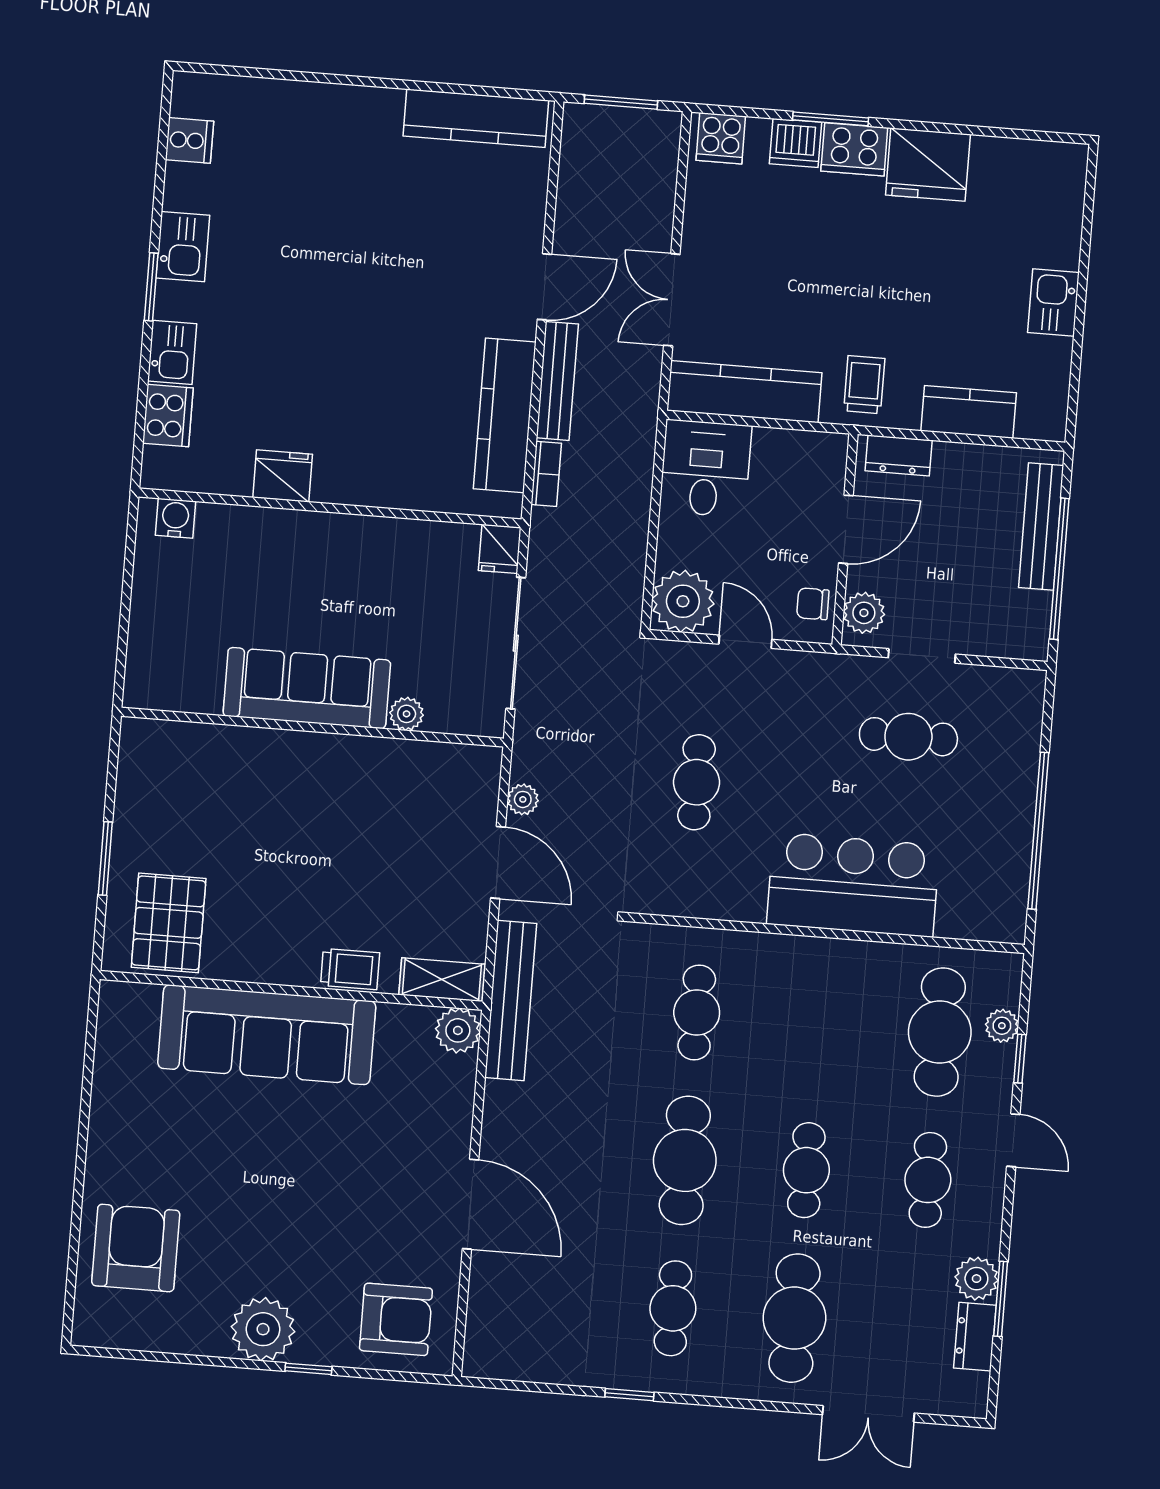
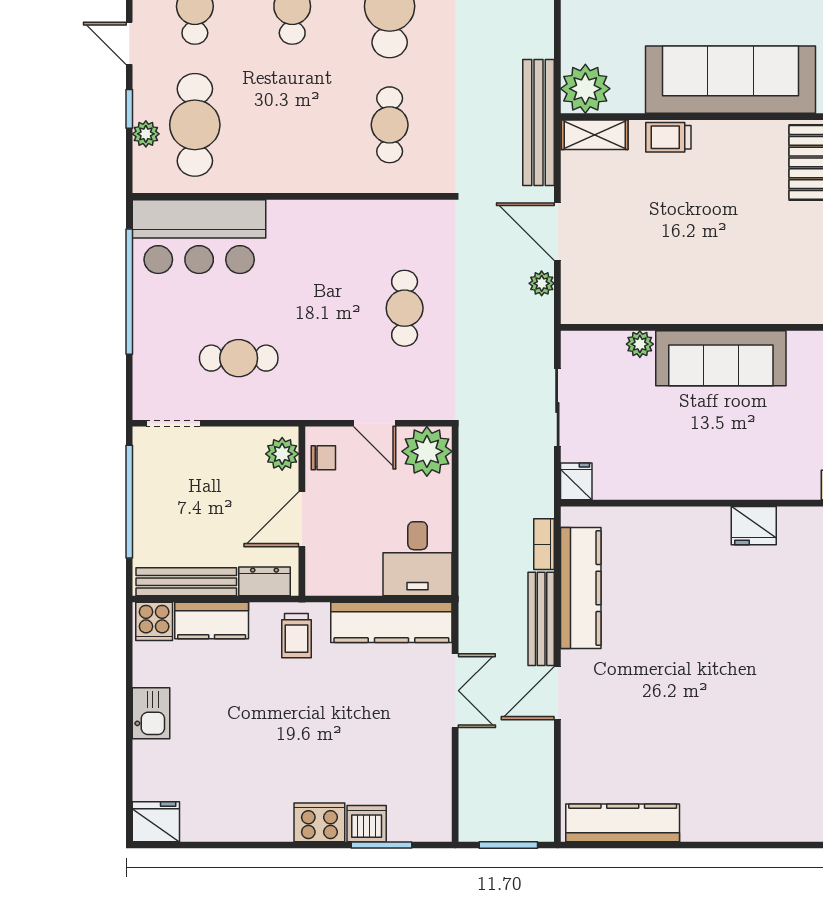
window: (831, 119) -> (382, 845), moved
cooker: (721, 138) -> (154, 621), moved, turned 180
fridge: (928, 165) -> (156, 822), moved, width x0.73, depth x0.75
bench: (1041, 526) -> (186, 582), moved, turned 90
sliding door: (516, 643) -> (557, 407), width x0.73
doorway: (922, 656) -> (173, 423), moved
bar counter: (853, 885) -> (199, 237), moved
plant: (458, 1030) -> (585, 89), width x1.36, depth x1.36

